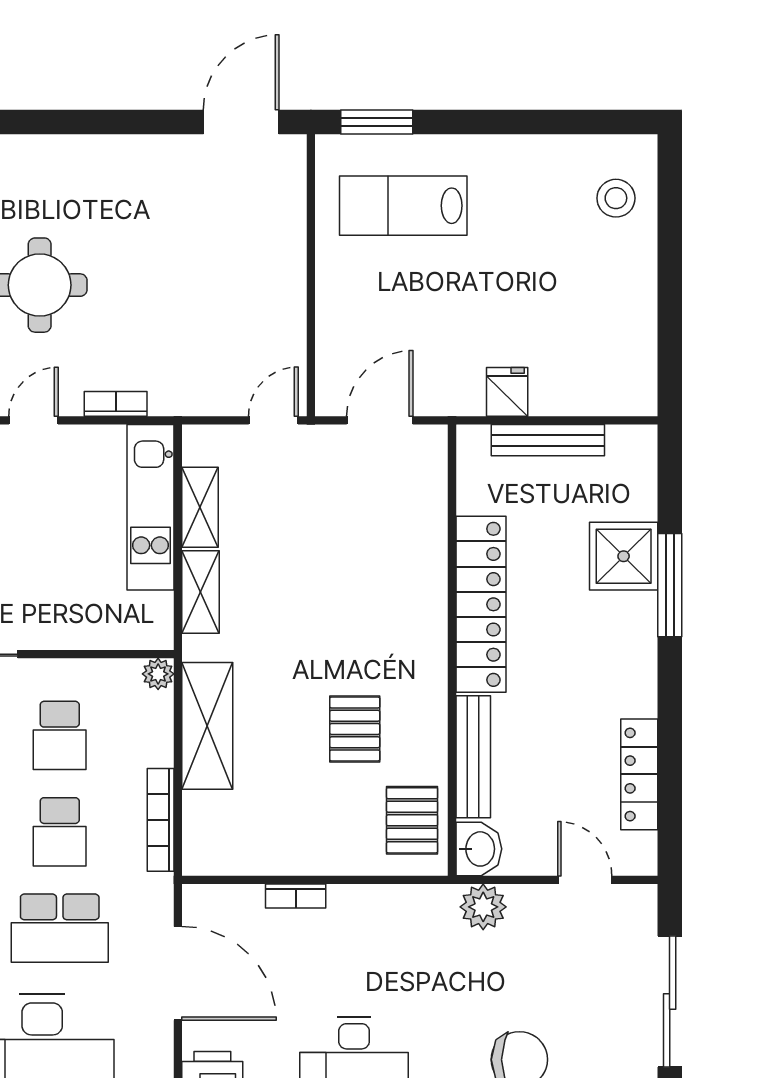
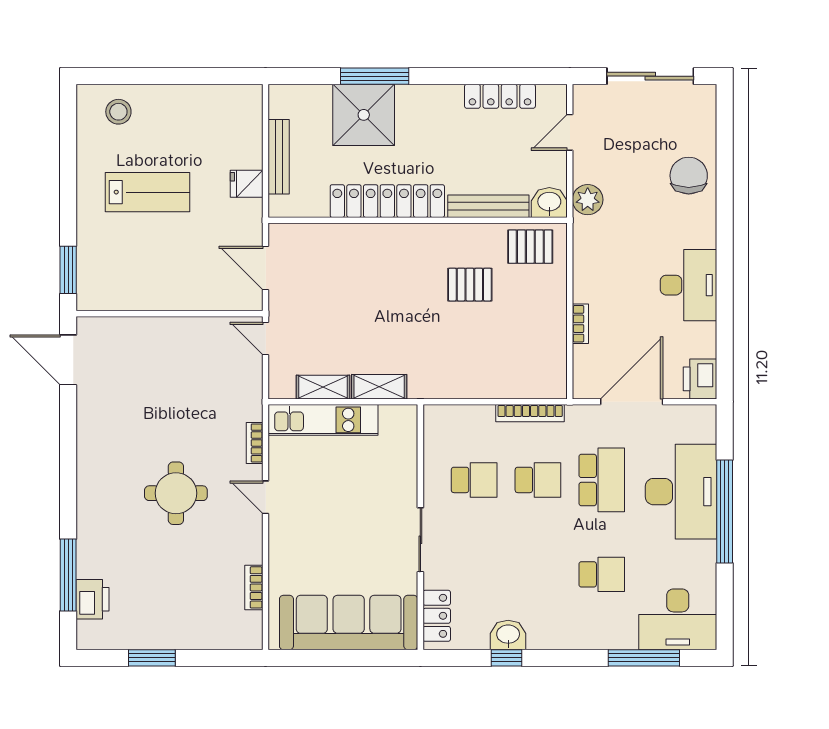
lab bench: (403, 206) -> (147, 192), moved, turned -90
shower: (624, 556) -> (364, 115), width x1.37, depth x1.37
plant: (158, 674) -> (433, 415), removed
shelving: (207, 726) -> (468, 382), removed

